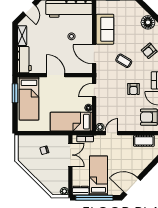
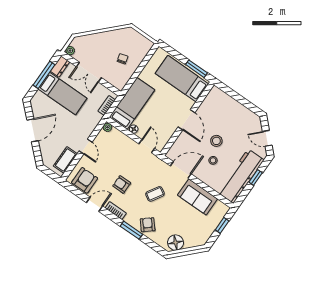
shelving: (22, 36) -> (247, 114), removed
stool: (56, 44) -> (216, 141), added
workbench: (24, 60) -> (222, 100), removed
door: (56, 75) -> (187, 120), hinge flipped
door: (112, 133) -> (86, 147), moved
double door: (70, 155) -> (89, 72), moved
door: (132, 186) -> (33, 130), moved
window: (94, 198) -> (44, 75), width x0.68

